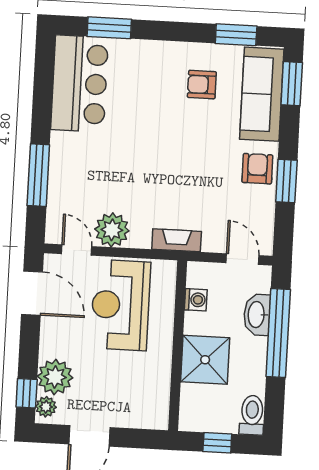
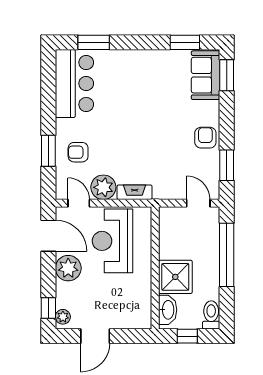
armchair: (202, 85) -> (78, 152), moved
sofa: (262, 94) -> (206, 75), width x0.73
window: (38, 175) -> (48, 151), width x0.69
window: (286, 181) -> (227, 165), moved
fireplace: (177, 240) -> (135, 192), moved
washing machine: (196, 300) -> (166, 234), removed
washbasin: (257, 315) -> (168, 310), moved, turned 180
plant: (55, 377) -> (68, 268), moved

